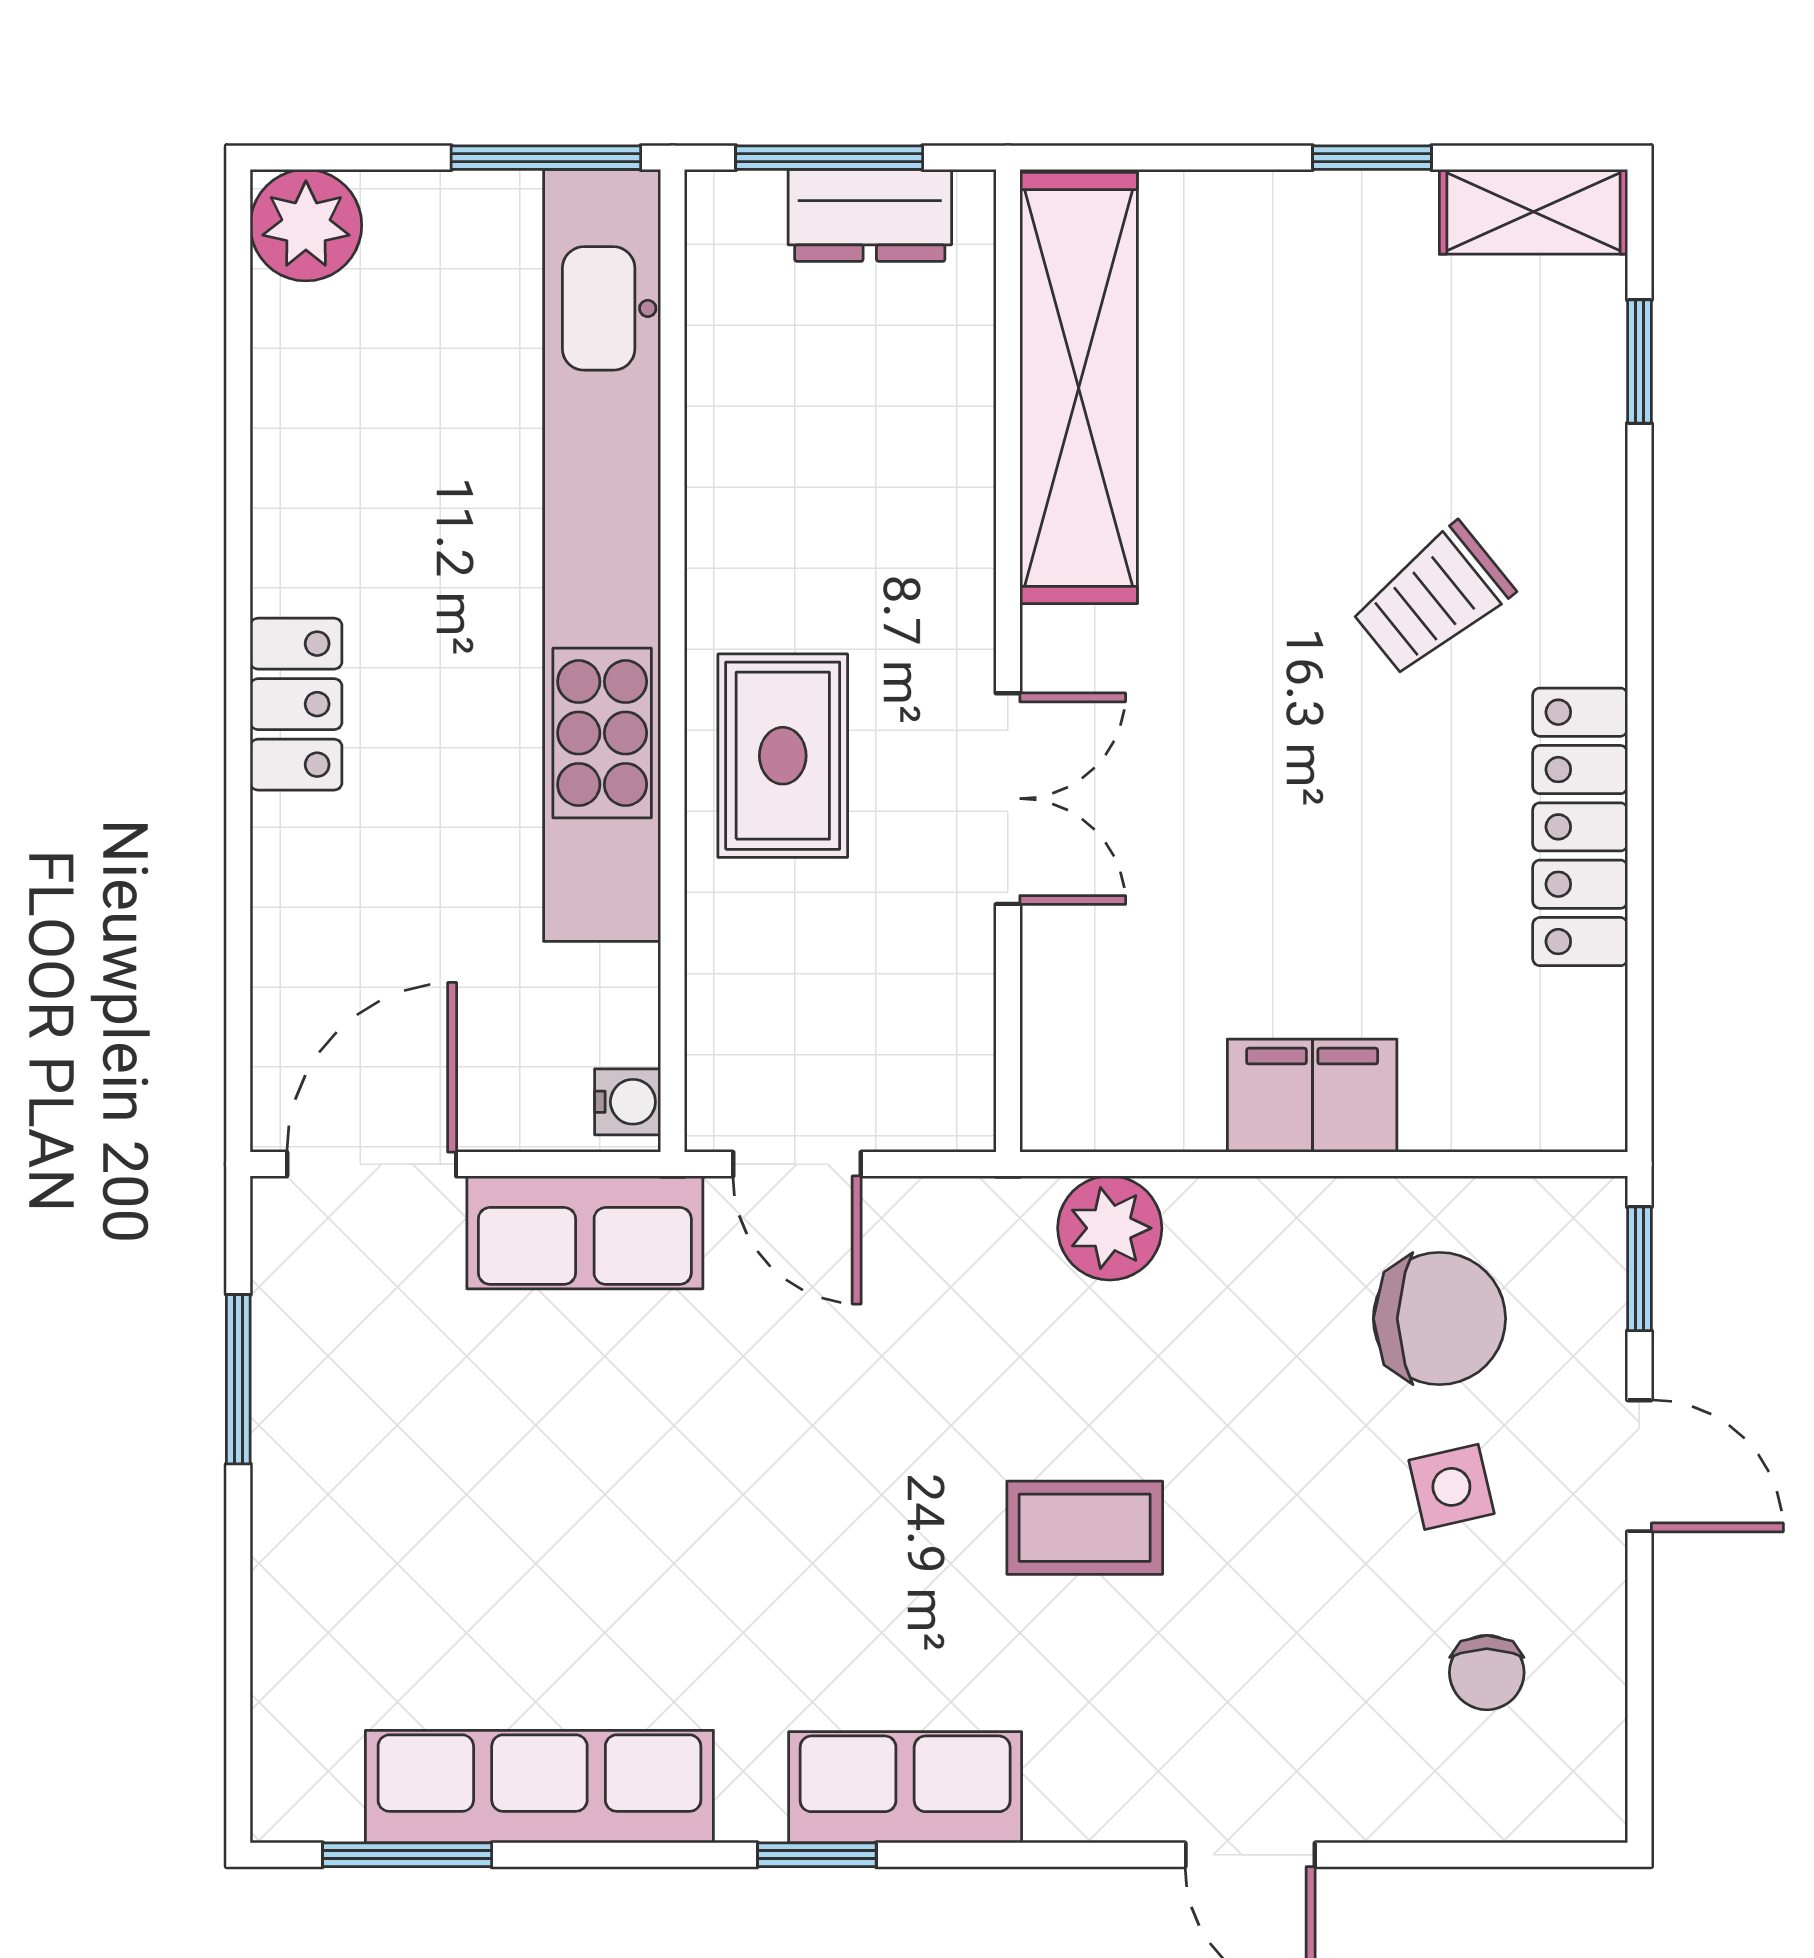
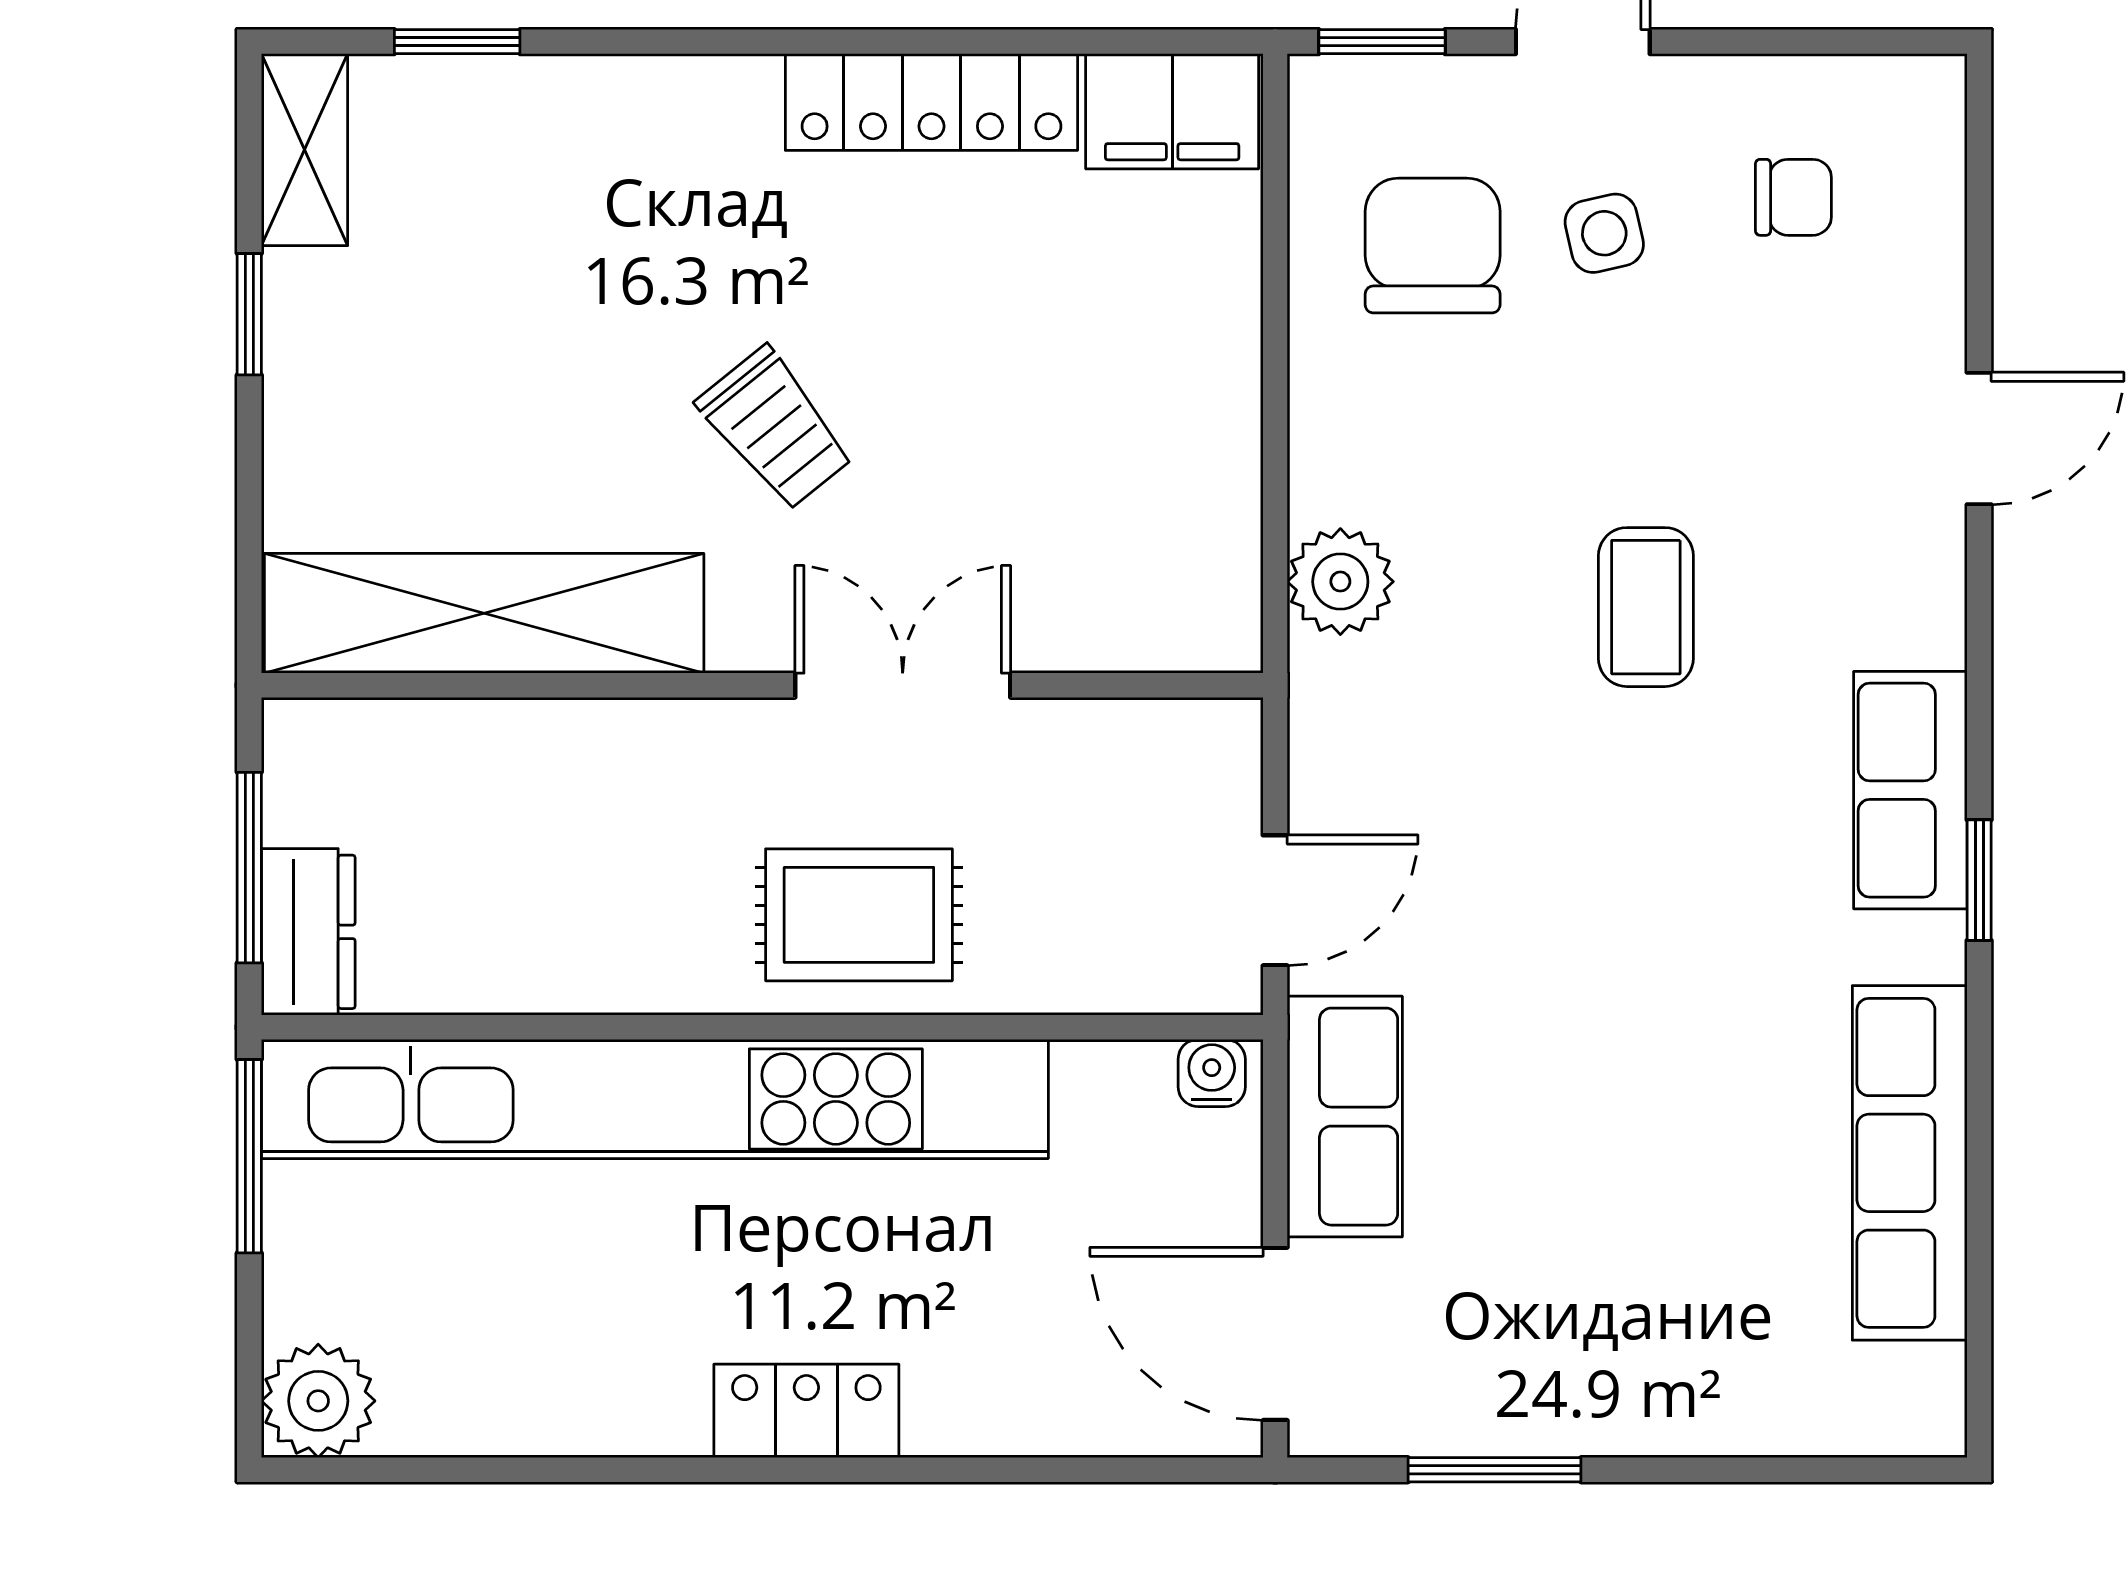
dresser: (870, 215) -> (308, 932), moved
trolley: (1433, 600) -> (775, 429), moved
filing cabinet: (1312, 1096) -> (1172, 111), moved, turned -90
window: (407, 1855) -> (1979, 1298), removed

